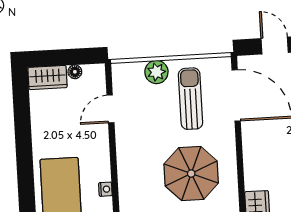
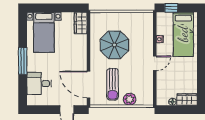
door: (110, 109) -> (155, 63), moved

